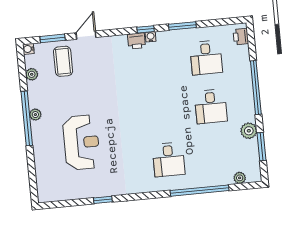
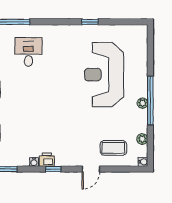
window: (146, 29) -> (53, 169), moved
window: (53, 38) -> (121, 169), removed
coffee table: (63, 61) -> (113, 148), turned 90
reception desk: (81, 142) -> (104, 75), width x1.36, depth x1.30

